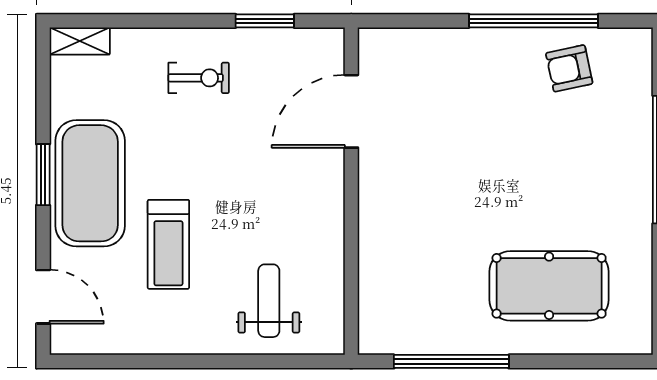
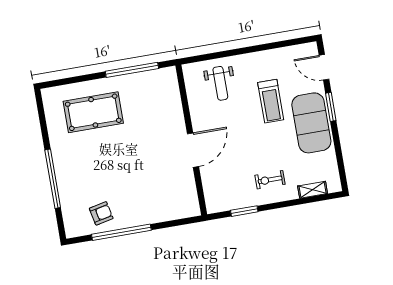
shelving: (80, 41) -> (313, 190), moved
door: (351, 111) -> (193, 150), moved
window: (43, 175) -> (331, 107), moved
treadmill: (168, 244) -> (271, 101), turned 180

